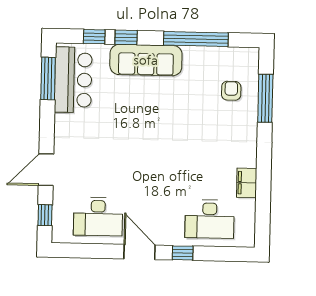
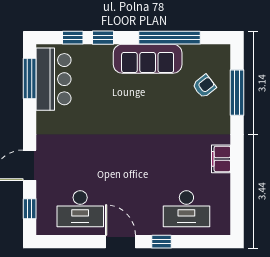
sofa: (146, 60) -> (148, 59), moved
armchair: (231, 91) -> (204, 86), turned 52
filing cabinet: (247, 183) -> (221, 159), moved

